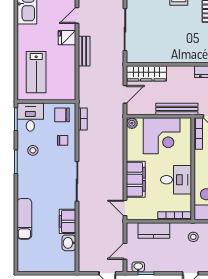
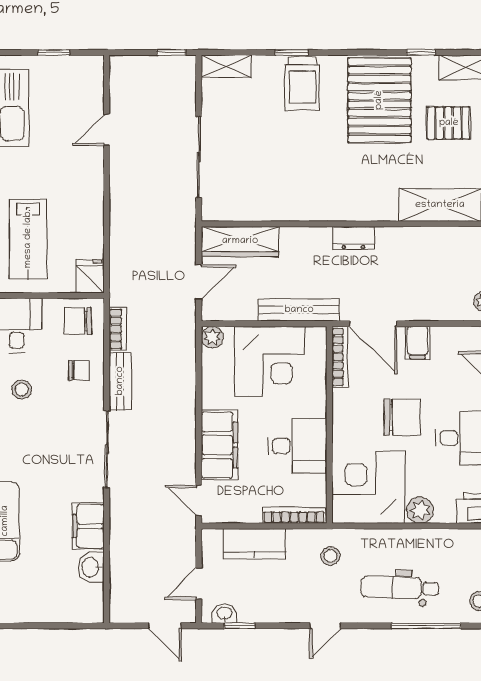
fridge: (67, 38) -> (90, 276), moved, turned 90
bench: (84, 51) -> (120, 381), moved

